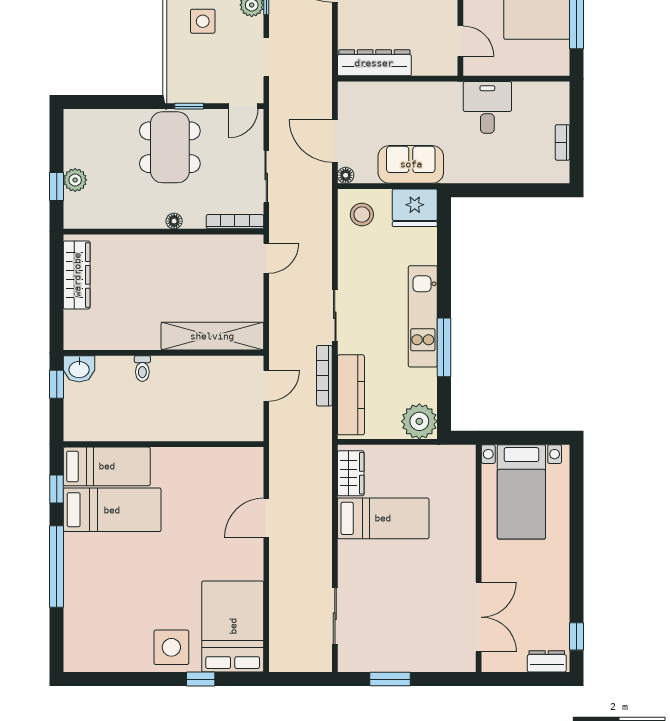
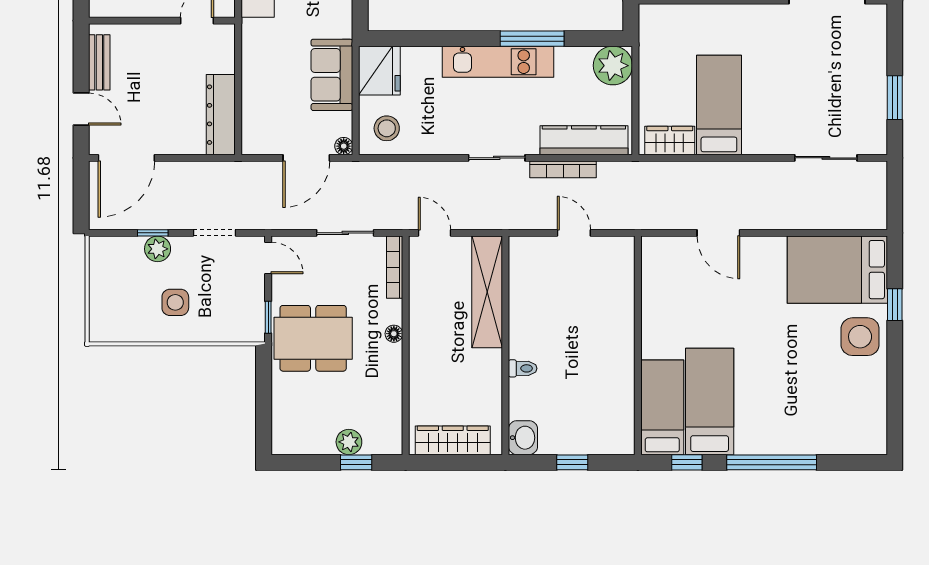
shelving: (212, 336) -> (487, 292), moved
wall: (163, 353) -> (505, 345), moved
washbasin: (79, 369) -> (523, 438), moved
toilet: (142, 369) -> (523, 368), moved

